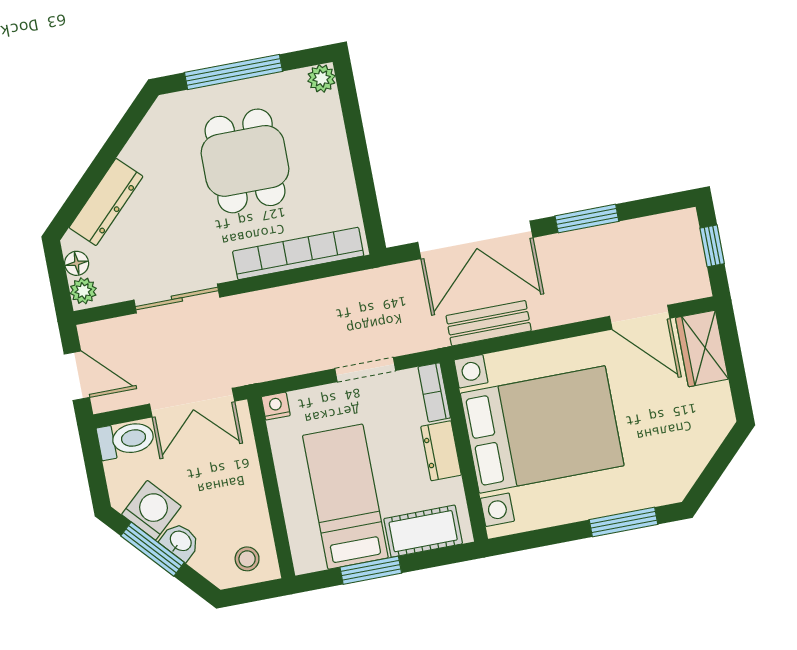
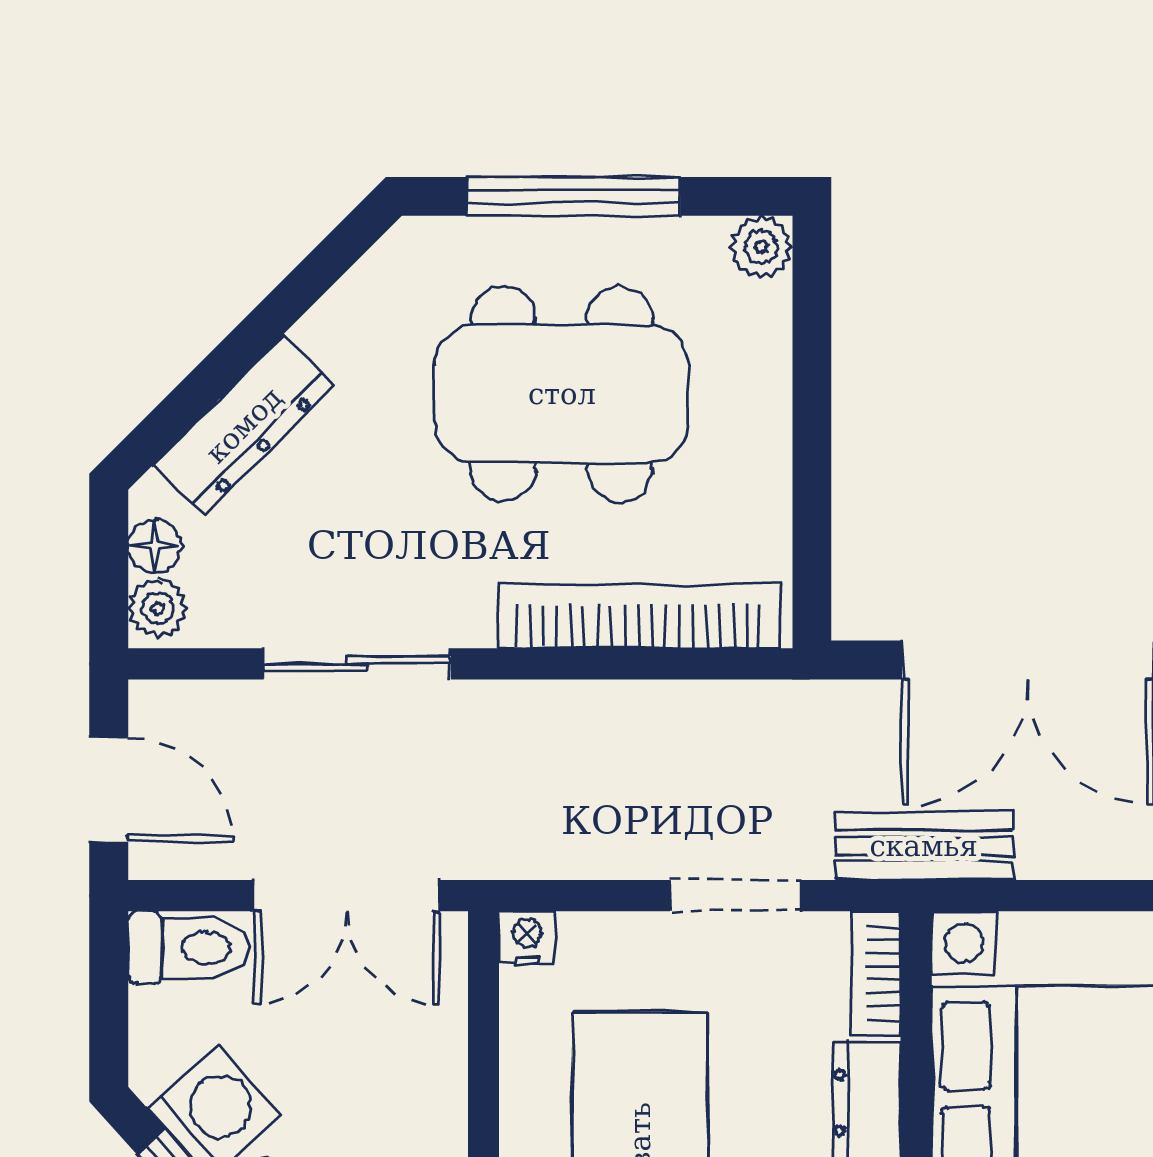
dining table: (245, 161) -> (562, 394), width x1.38
bench: (489, 323) -> (924, 846), moved

